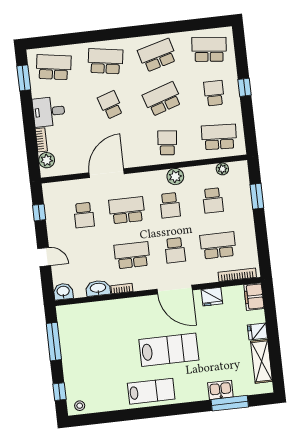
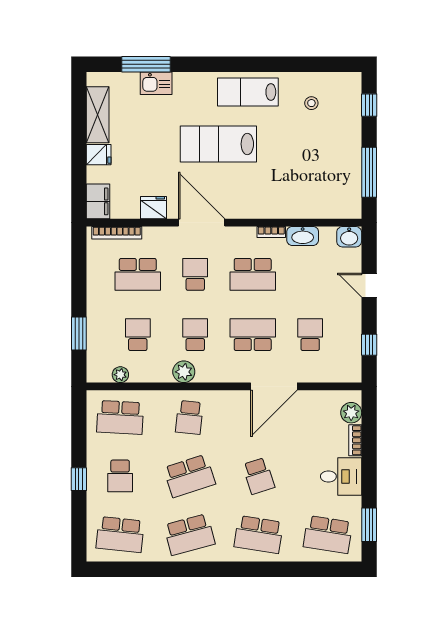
school desk: (127, 210) -> (253, 335), turned 180
stool: (80, 406) -> (311, 103), moved

